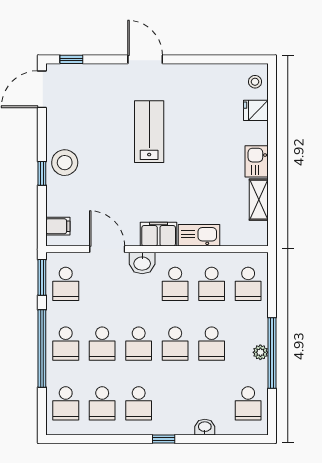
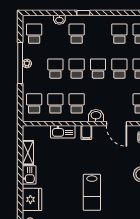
fridge: (256, 110) -> (32, 199), width x1.88, depth x1.34
filing cabinet: (159, 234) -> (86, 132), width x0.50
school desk: (139, 403) -> (77, 34), moved

